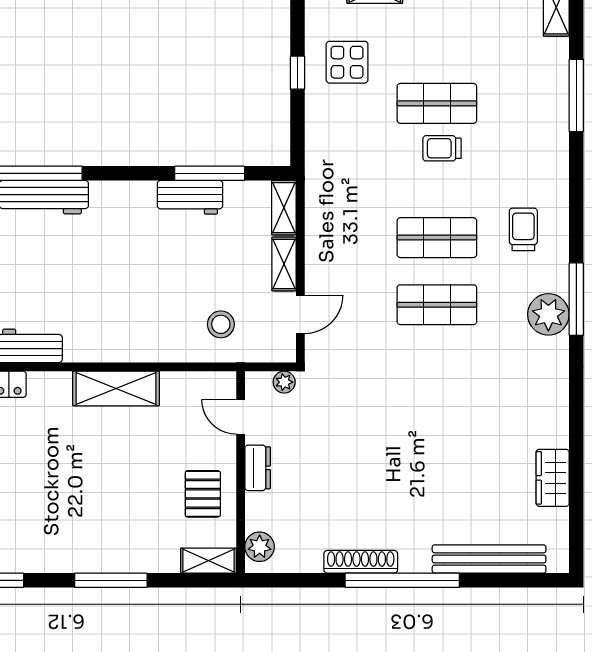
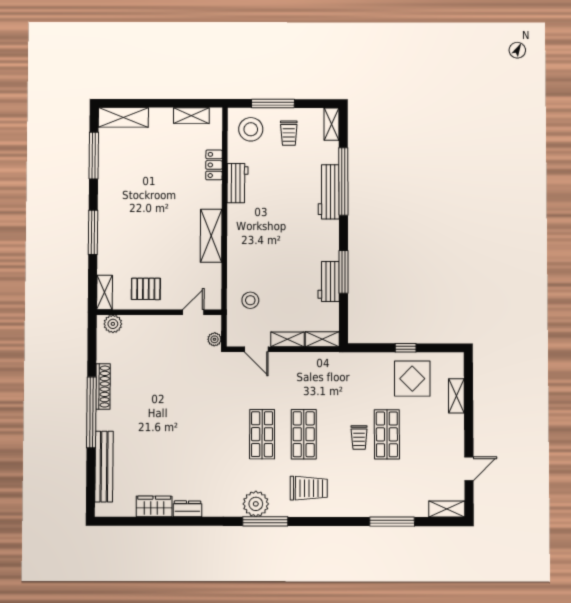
display table: (347, 62) -> (412, 379), width x1.36, depth x1.36
trolley: (442, 148) -> (359, 437), turned 180
window: (210, 173) -> (343, 272), moved
trolley: (523, 229) -> (309, 488), width x1.36, depth x1.39
dresser: (258, 468) -> (187, 509), moved, turned 180

